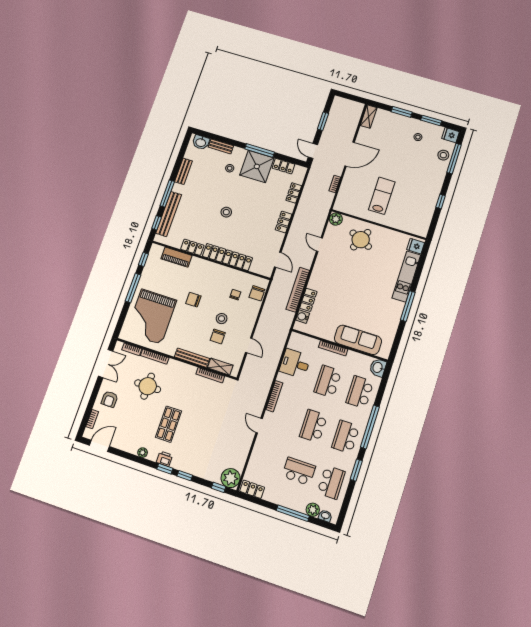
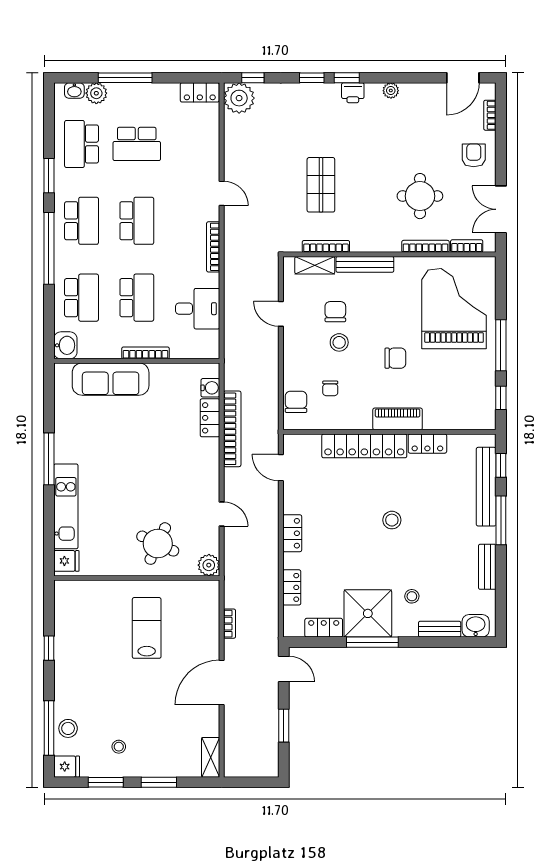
lab bench: (382, 196) -> (147, 628), turned 180
piano: (176, 257) -> (398, 419), moved
shop shelf: (169, 424) -> (321, 185), moved

